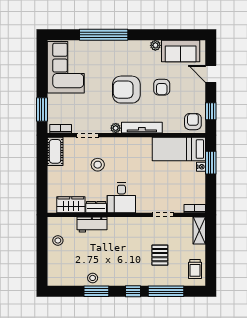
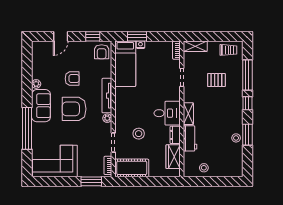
sofa: (181, 51) -> (41, 106), moved
armchair: (126, 90) -> (74, 109), turned 90
armchair: (193, 122) -> (102, 52), turned -90
cot: (55, 151) -> (132, 168), width x1.37, depth x1.34
shelving: (121, 223) -> (188, 114), added

